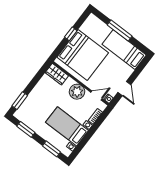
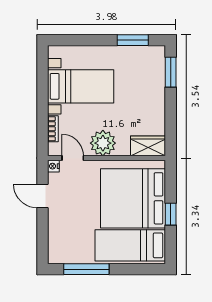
window: (120, 31) -> (86, 269), moved
bed: (124, 50) -> (130, 245), moved, turned 180
door: (97, 95) -> (73, 158), swing flipped
window: (51, 149) -> (78, 40), removed

